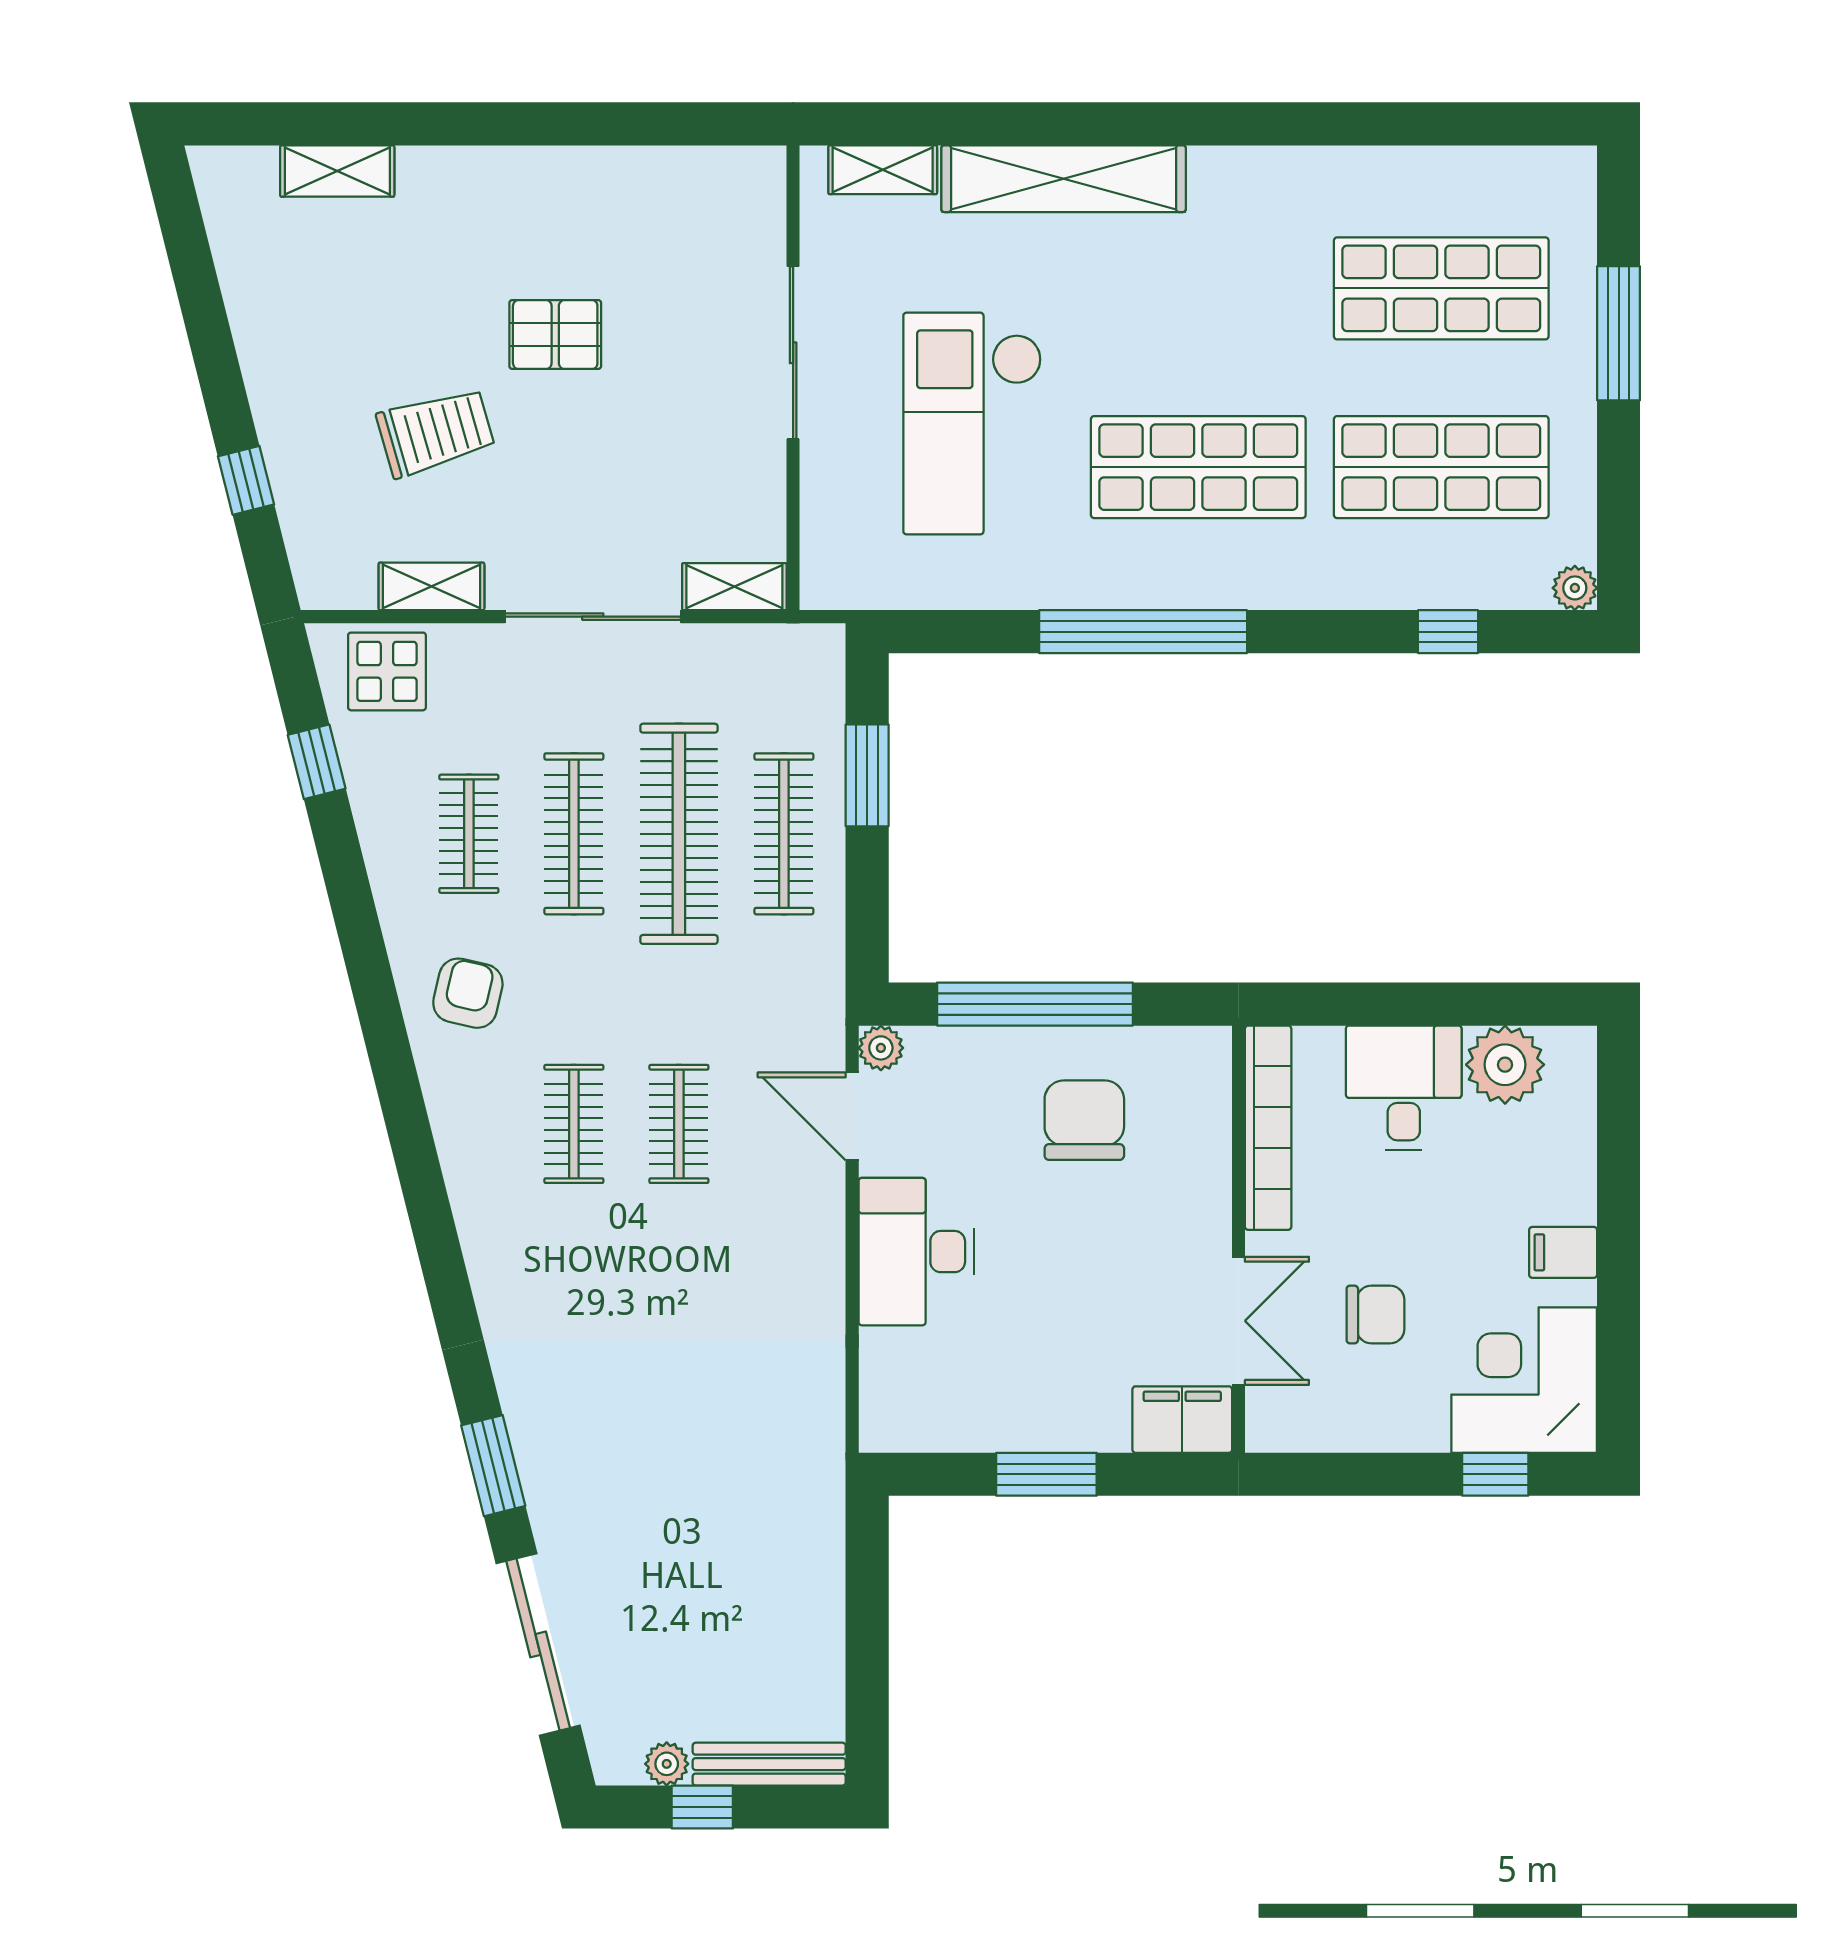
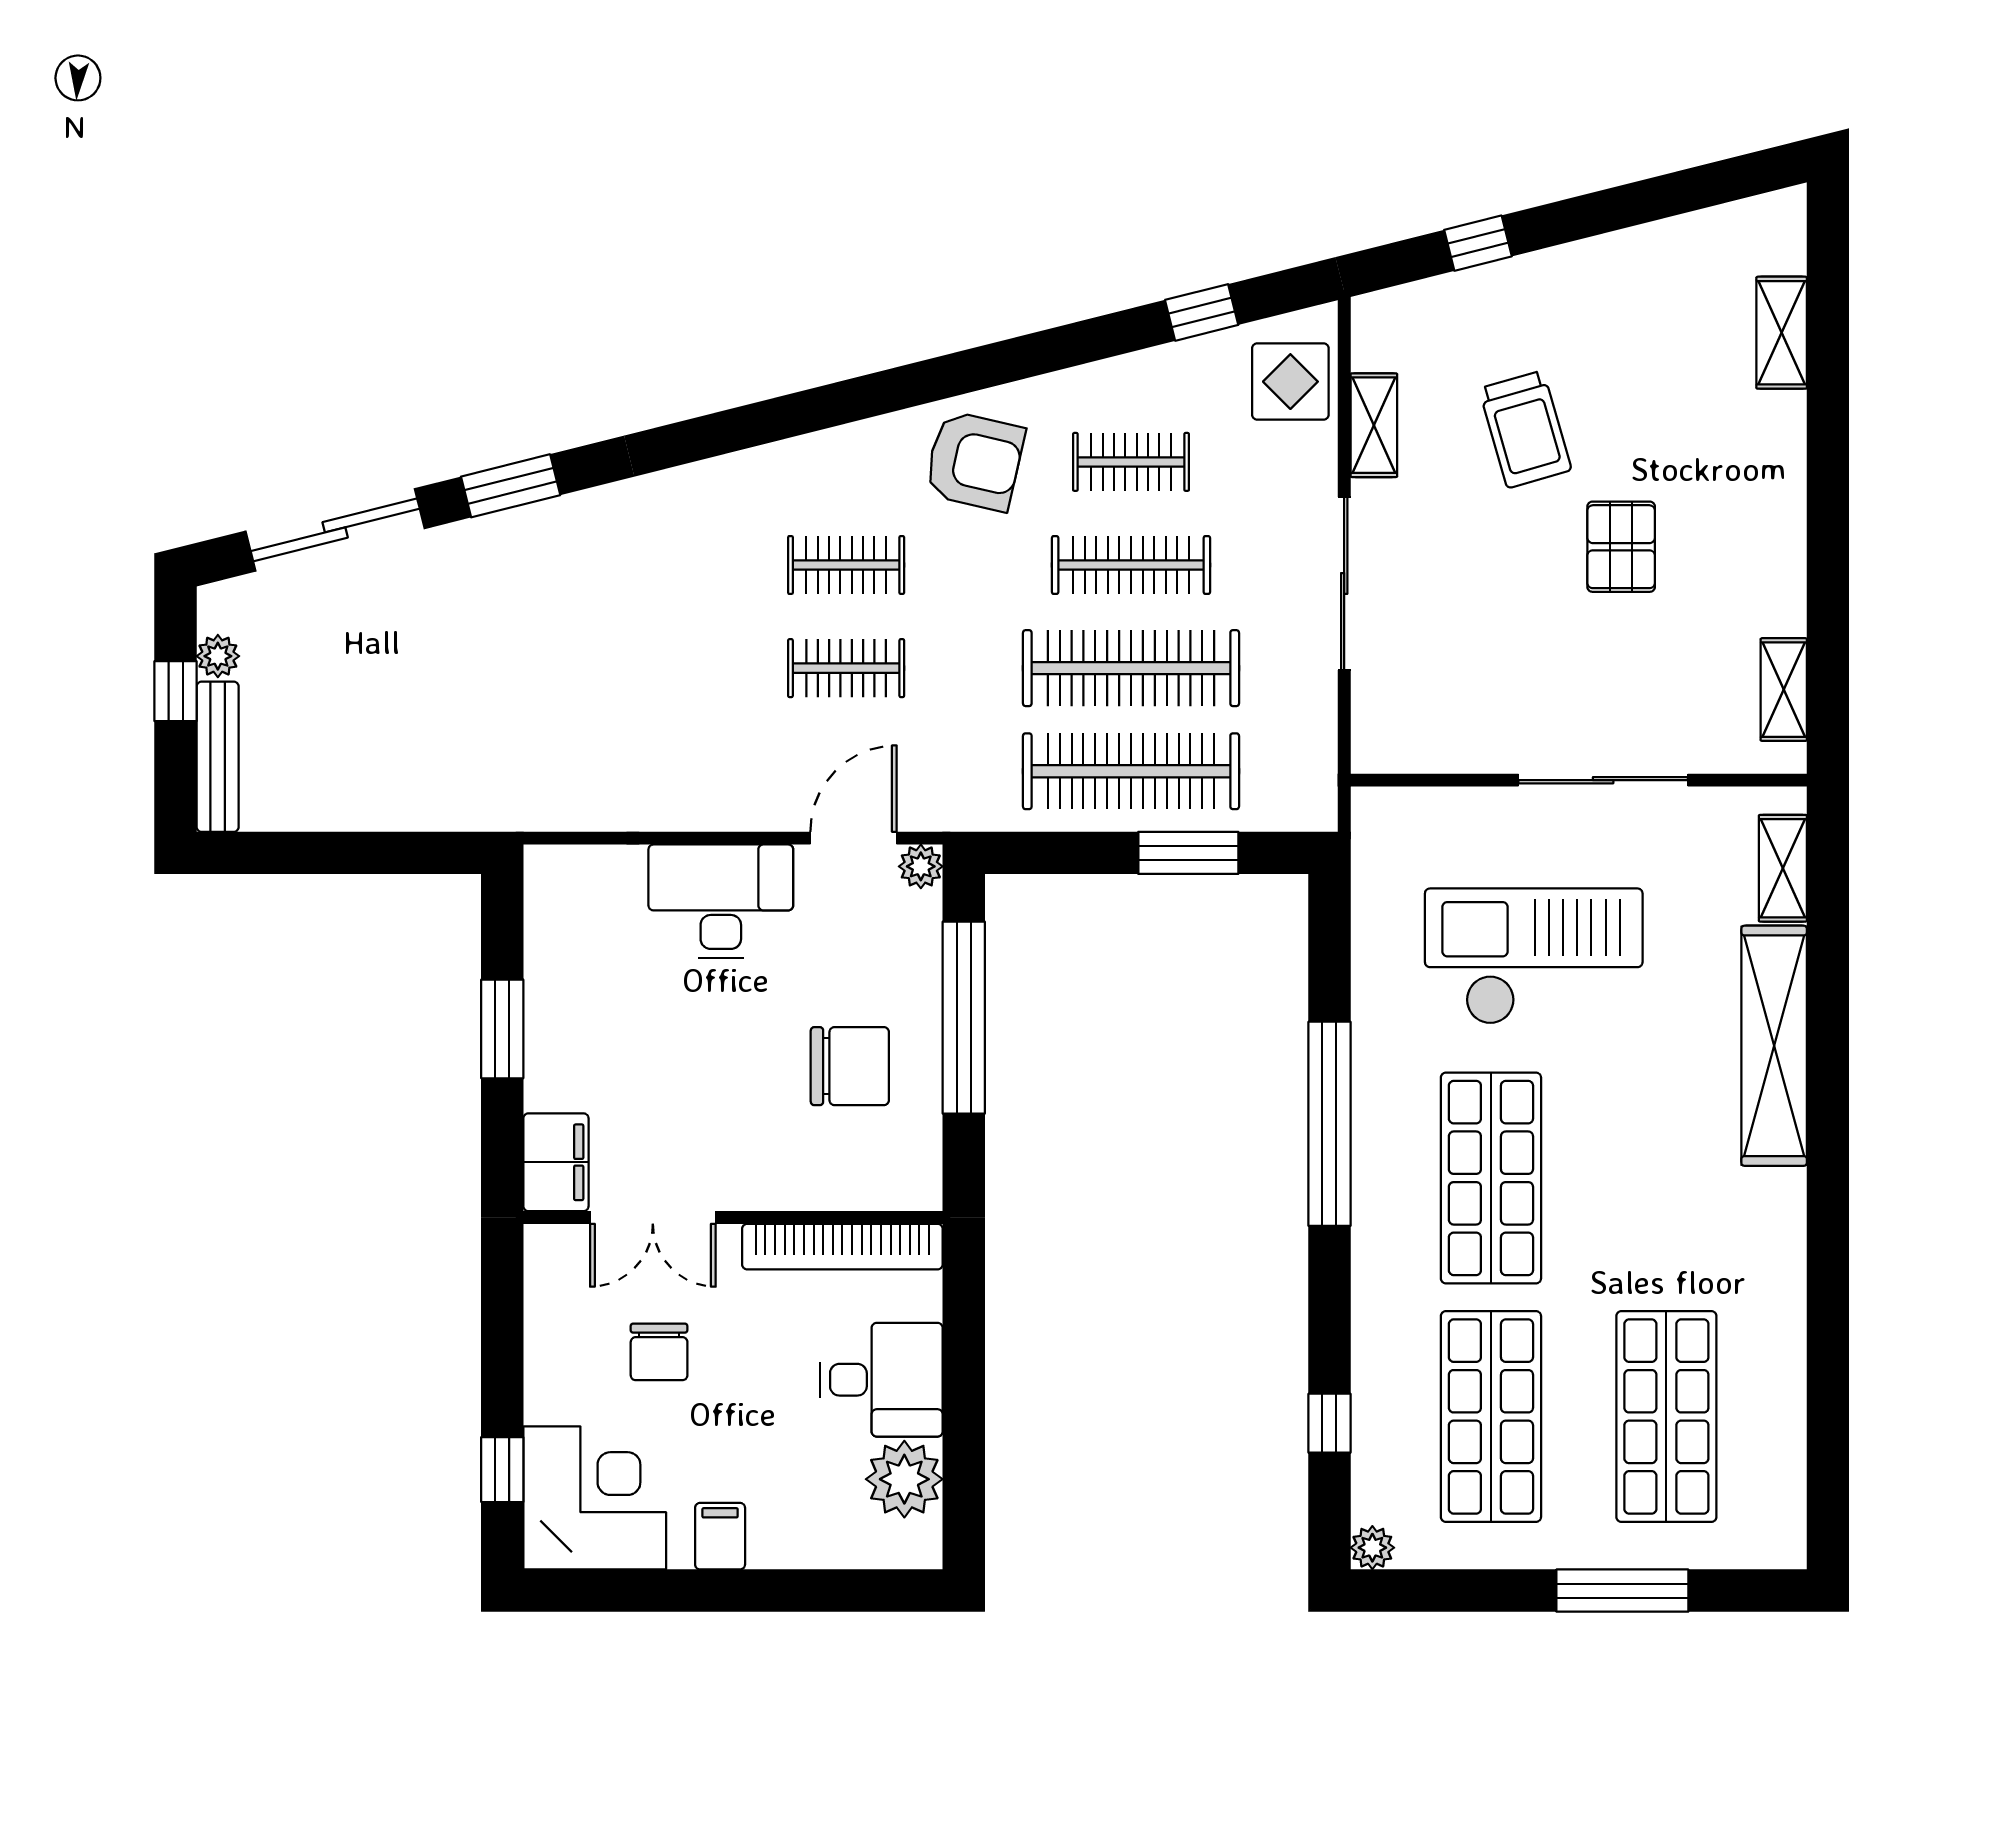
shelving: (734, 587) -> (1784, 690), moved
clothes rail: (784, 834) -> (1131, 771), width x1.37, depth x1.31
armchair: (468, 993) -> (975, 461), width x1.38, depth x1.38

